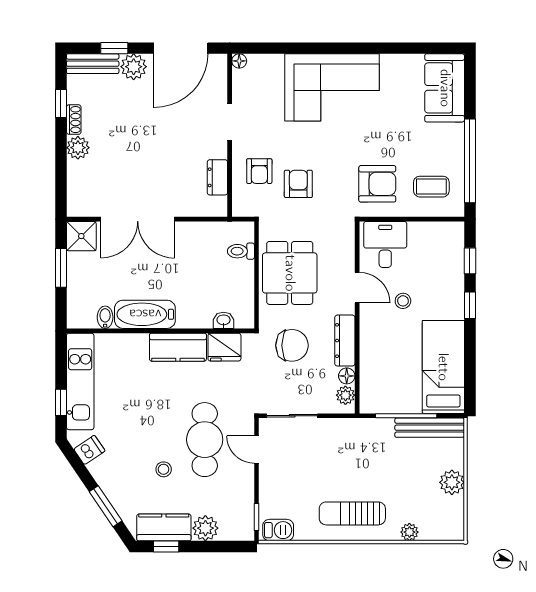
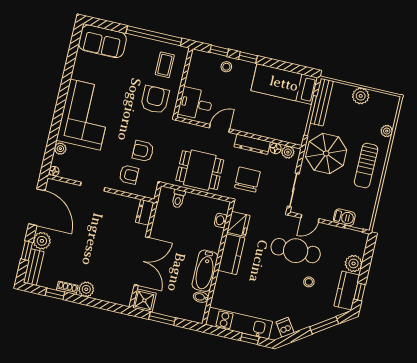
plant: (274, 63) -> (60, 149), added
dresser: (217, 177) -> (145, 212), moved, turned 90
stool: (403, 301) -> (226, 67), moved
parasol: (356, 451) -> (326, 153), added
barbecue: (278, 530) -> (344, 217), moved, turned 90

